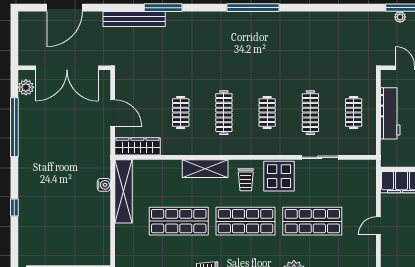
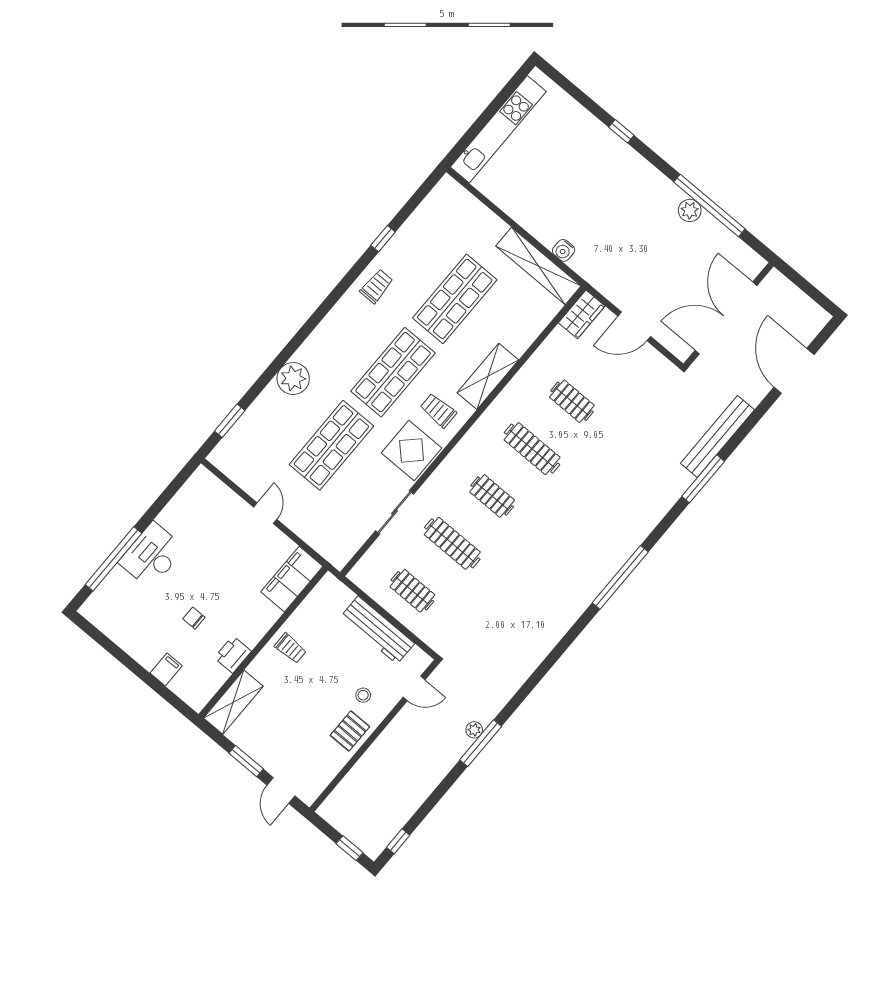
plant: (26, 87) -> (690, 210), moved
wardrobe: (137, 146) -> (582, 314), width x0.67

